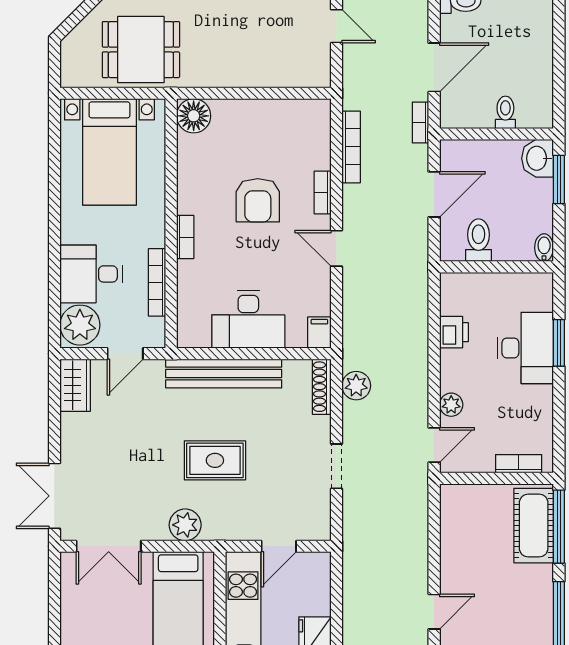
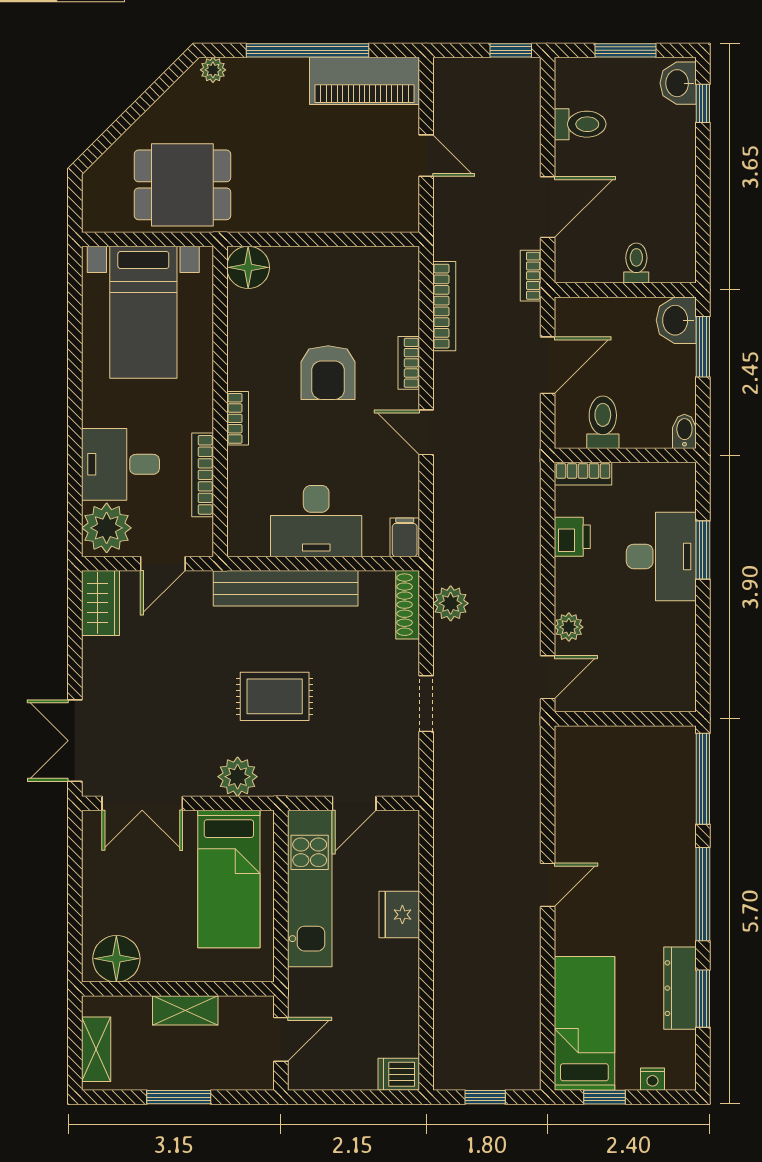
bookcase: (519, 464) -> (583, 474), moved, turned 180
cot: (534, 526) -> (671, 778), removed

